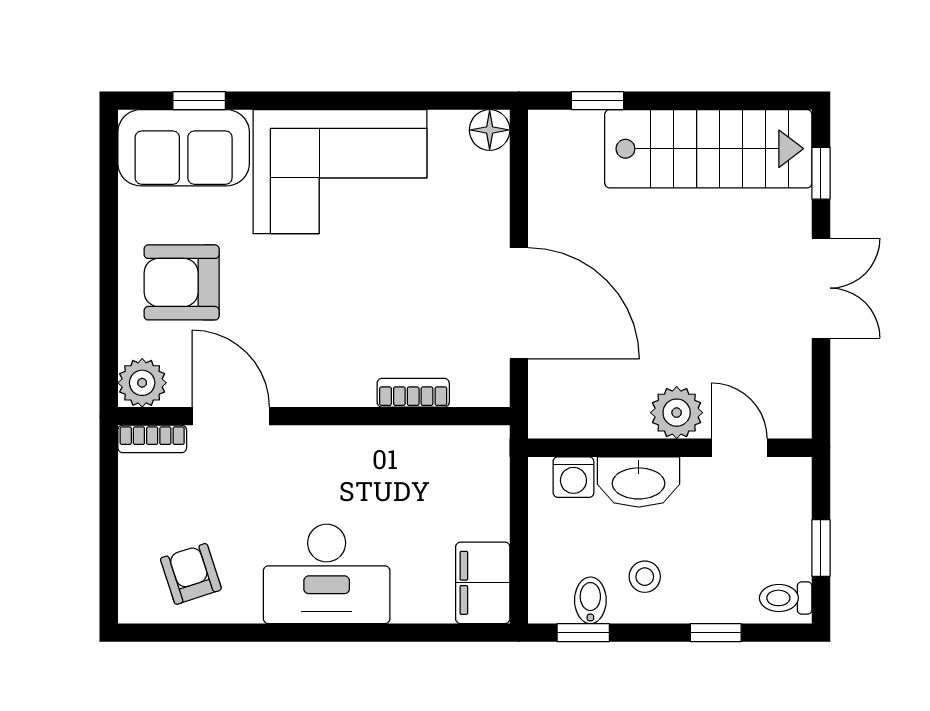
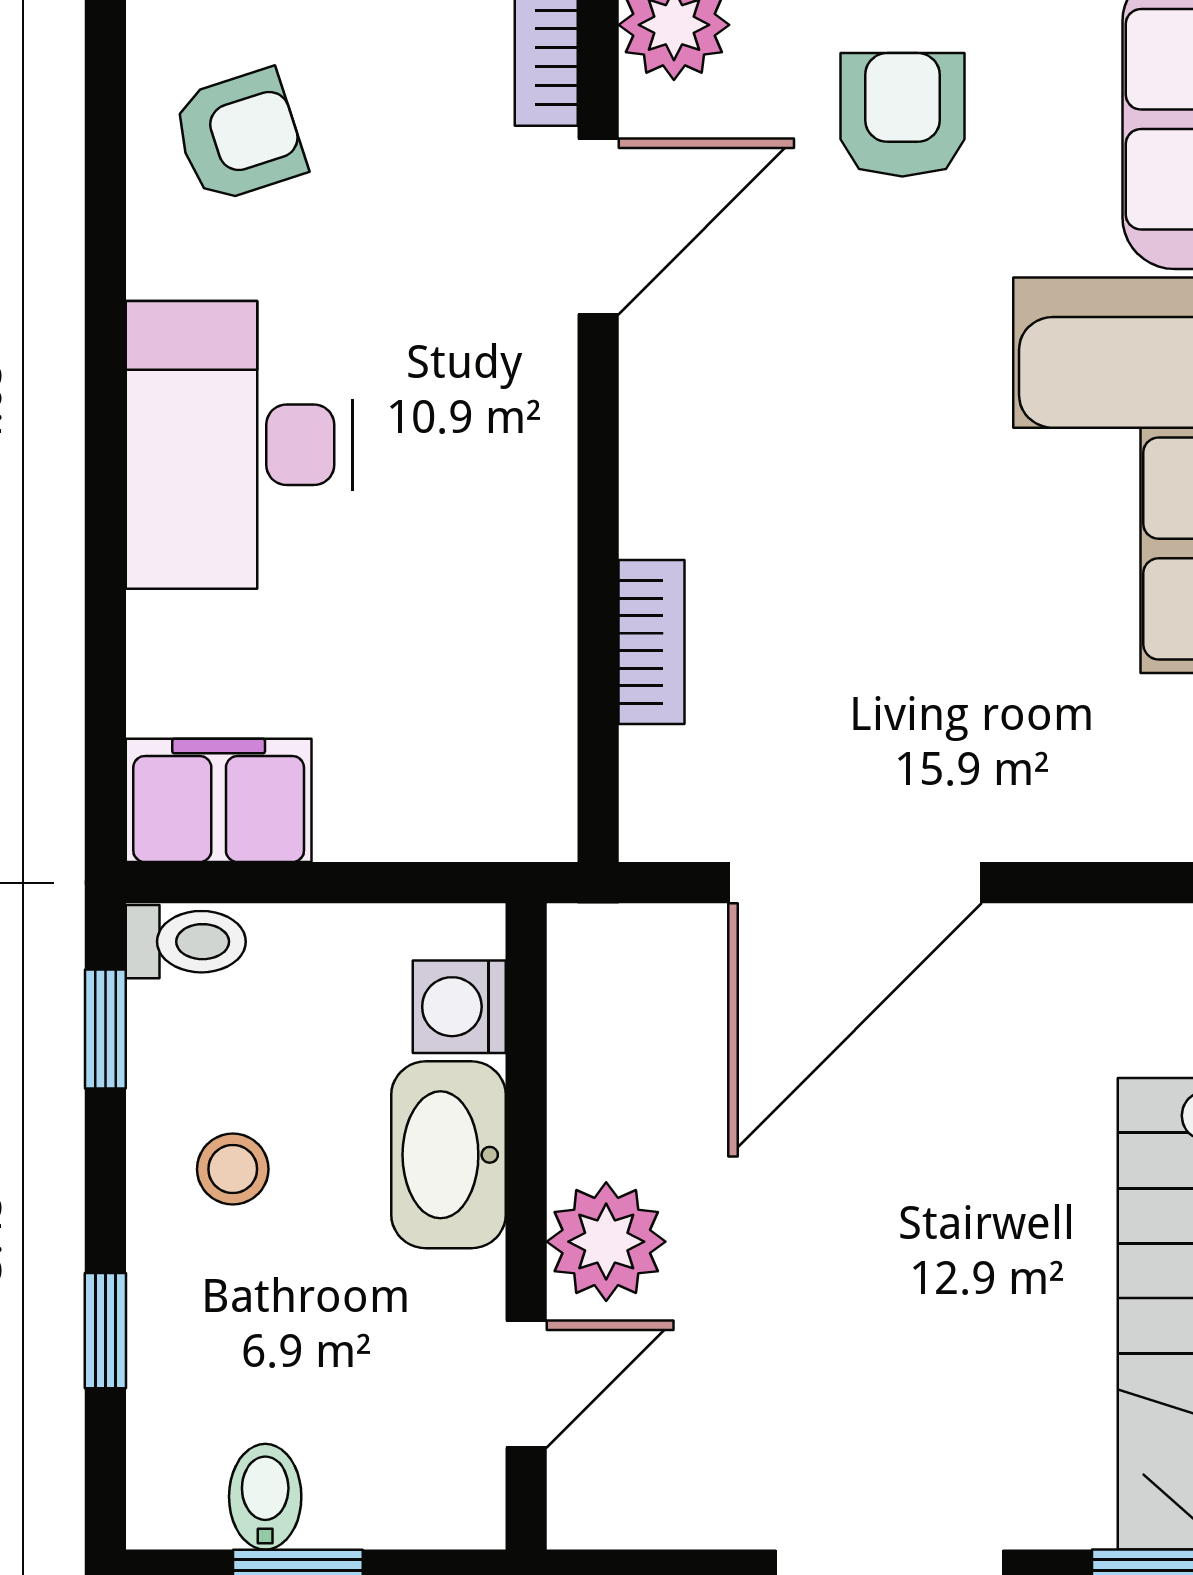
armchair: (182, 282) -> (902, 115), width x0.72, depth x0.72
toilet: (786, 598) -> (186, 942), moved, turned 90
bidet: (590, 600) -> (265, 1497), moved, turned -90

